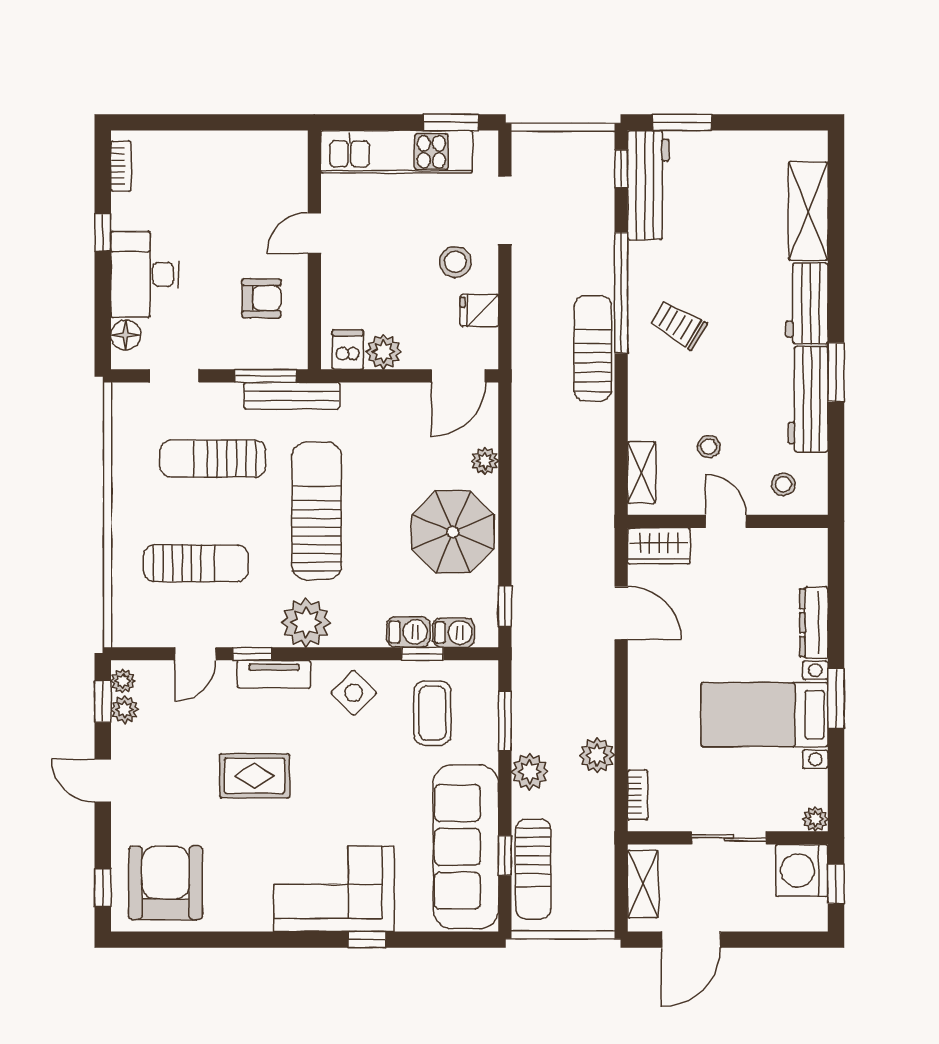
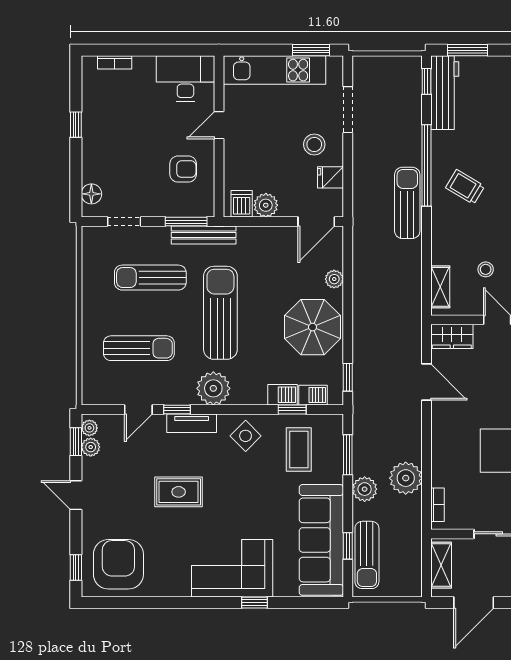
bookcase: (121, 166) -> (115, 62), moved, turned 90
desk: (145, 274) -> (185, 79), moved, turned 90
plant: (597, 755) -> (406, 478), width x1.36, depth x1.36

